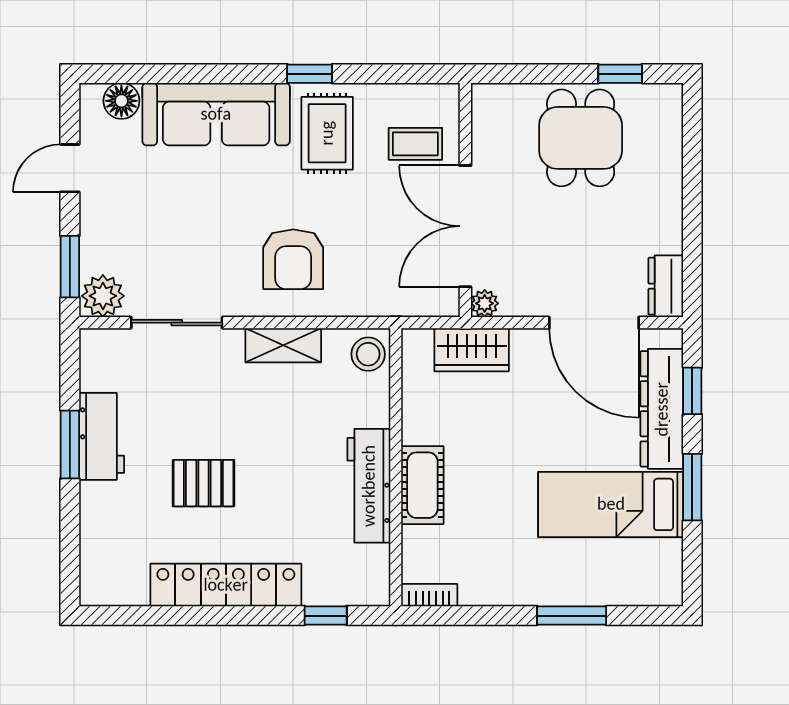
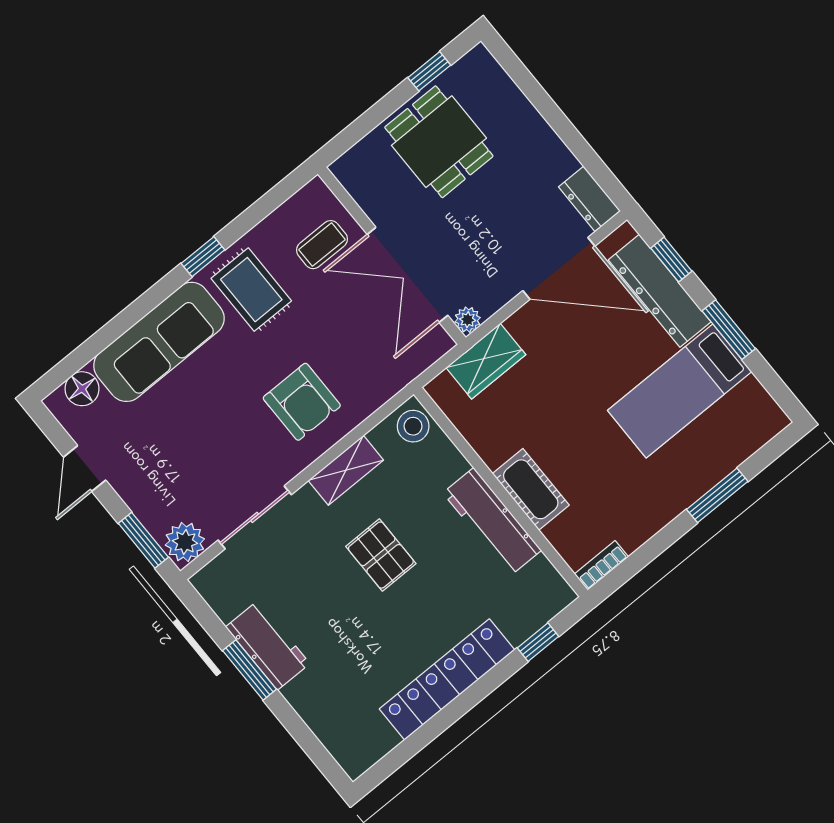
pallet: (203, 483) -> (381, 555), moved, turned 90

